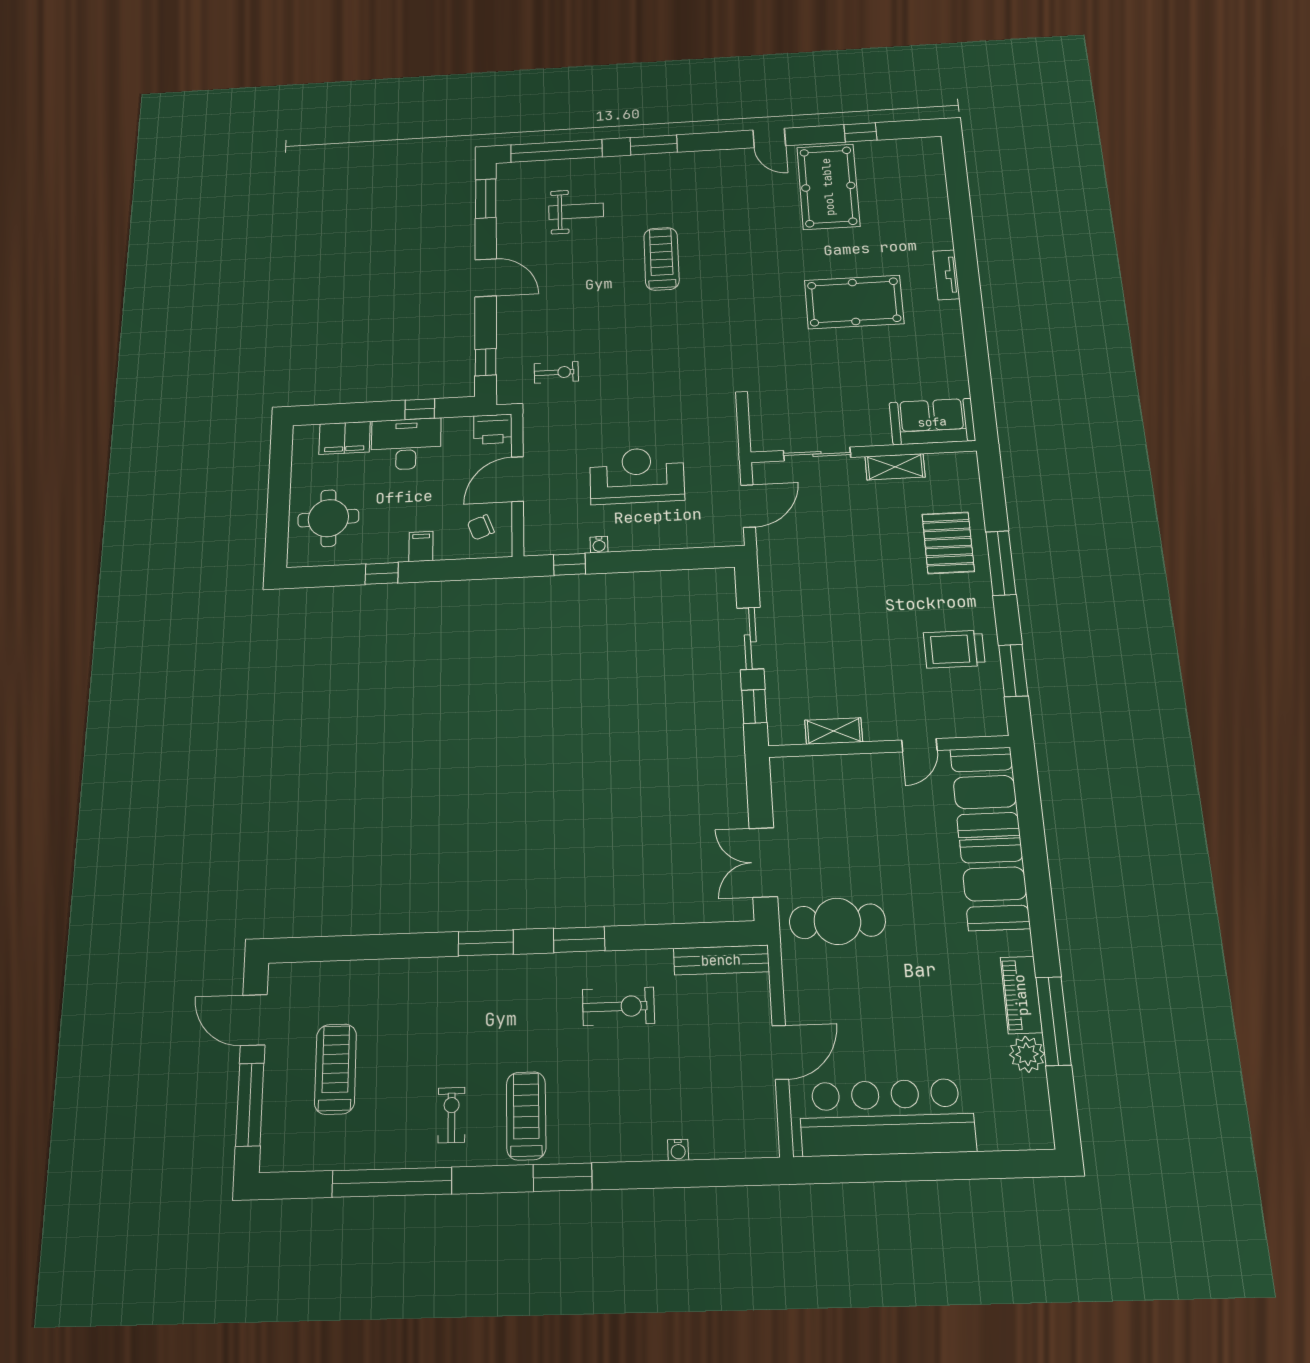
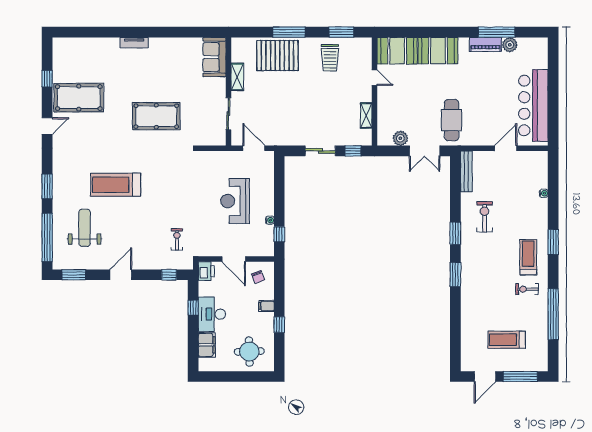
weight bench: (576, 211) -> (85, 228), width x1.36, depth x1.33
treadmill: (661, 259) -> (116, 185), width x1.37, depth x1.38
pool table: (854, 302) -> (156, 116), moved, turned 90
pallet: (948, 543) -> (277, 56), width x1.37, depth x1.41
plant: (788, 807) -> (400, 138), added
door: (780, 1052) -> (506, 148), hinge flipped
treadmill: (526, 1116) -> (528, 257), turned 90

